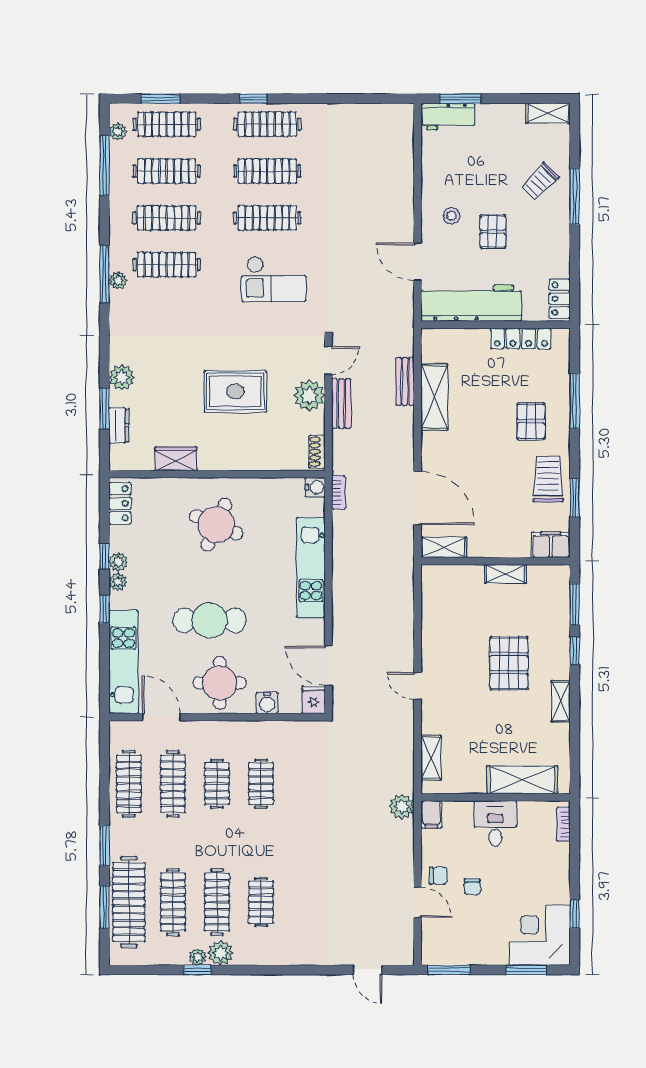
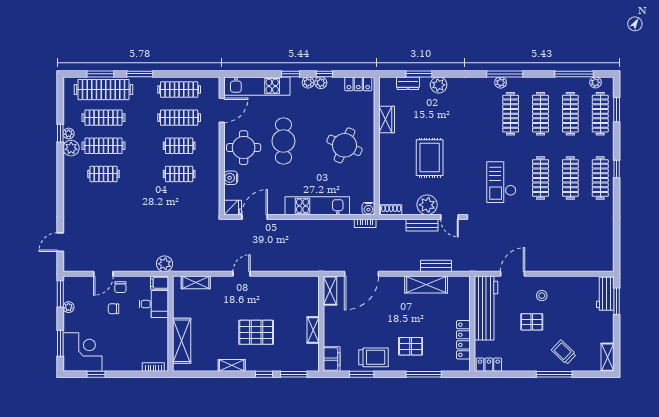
desk: (495, 823) -> (154, 304), moved
plant: (470, 957) -> (69, 307), added

